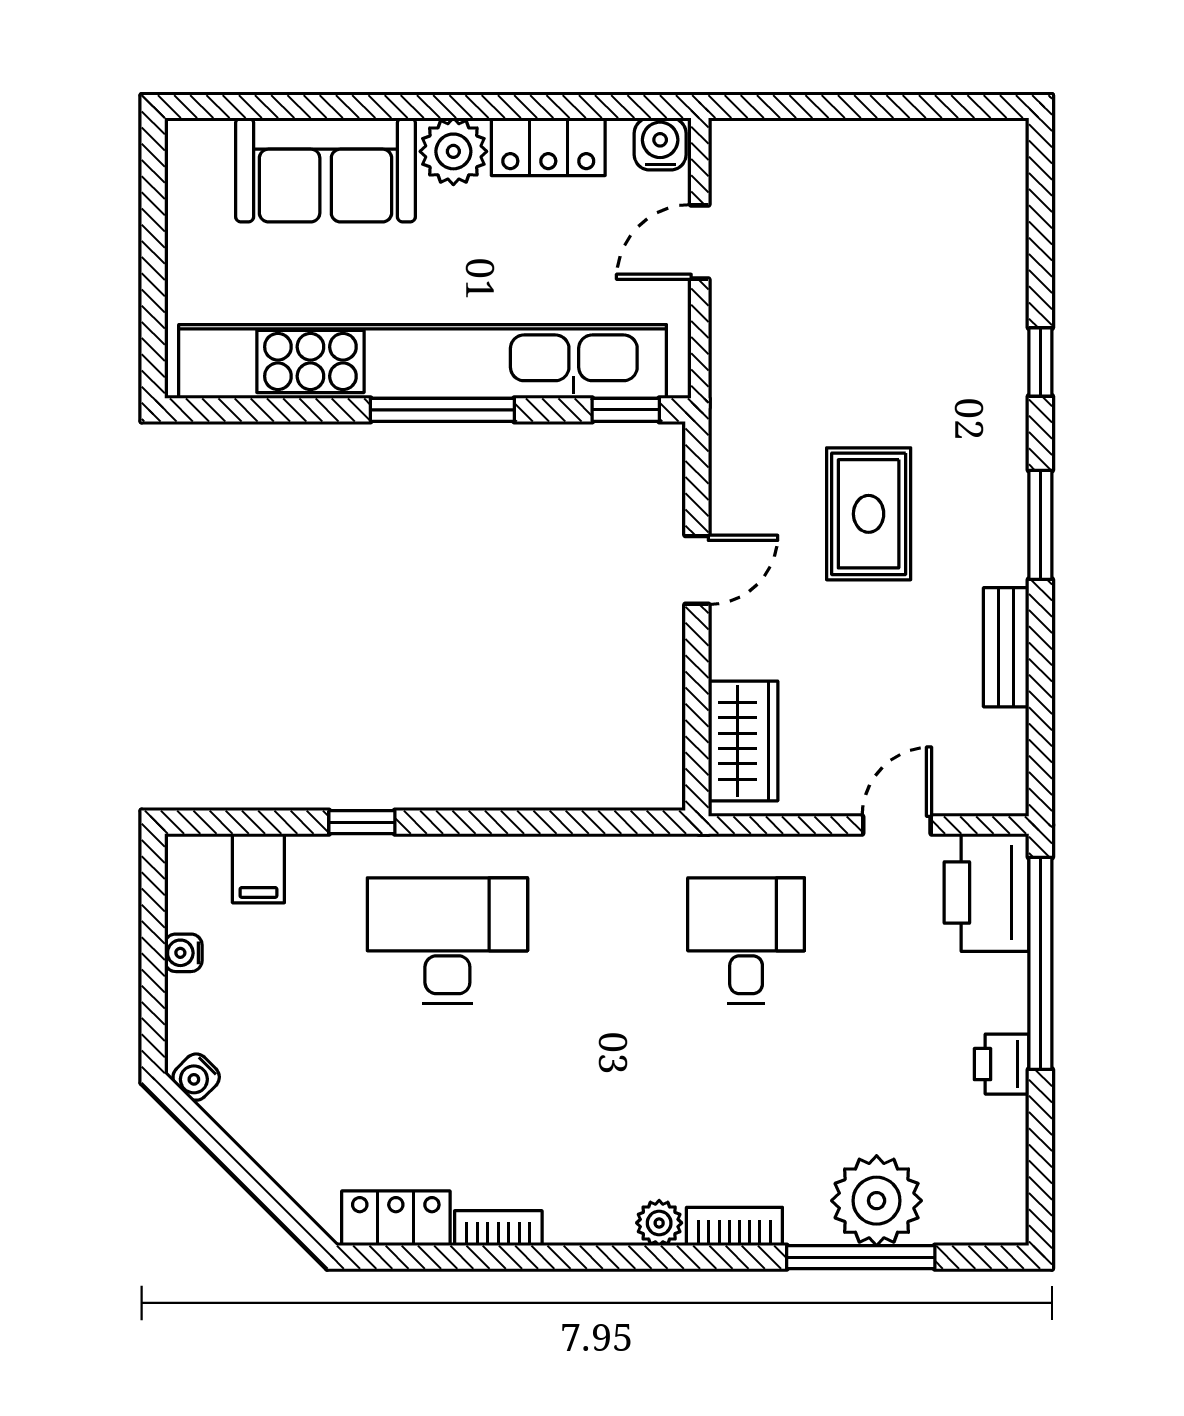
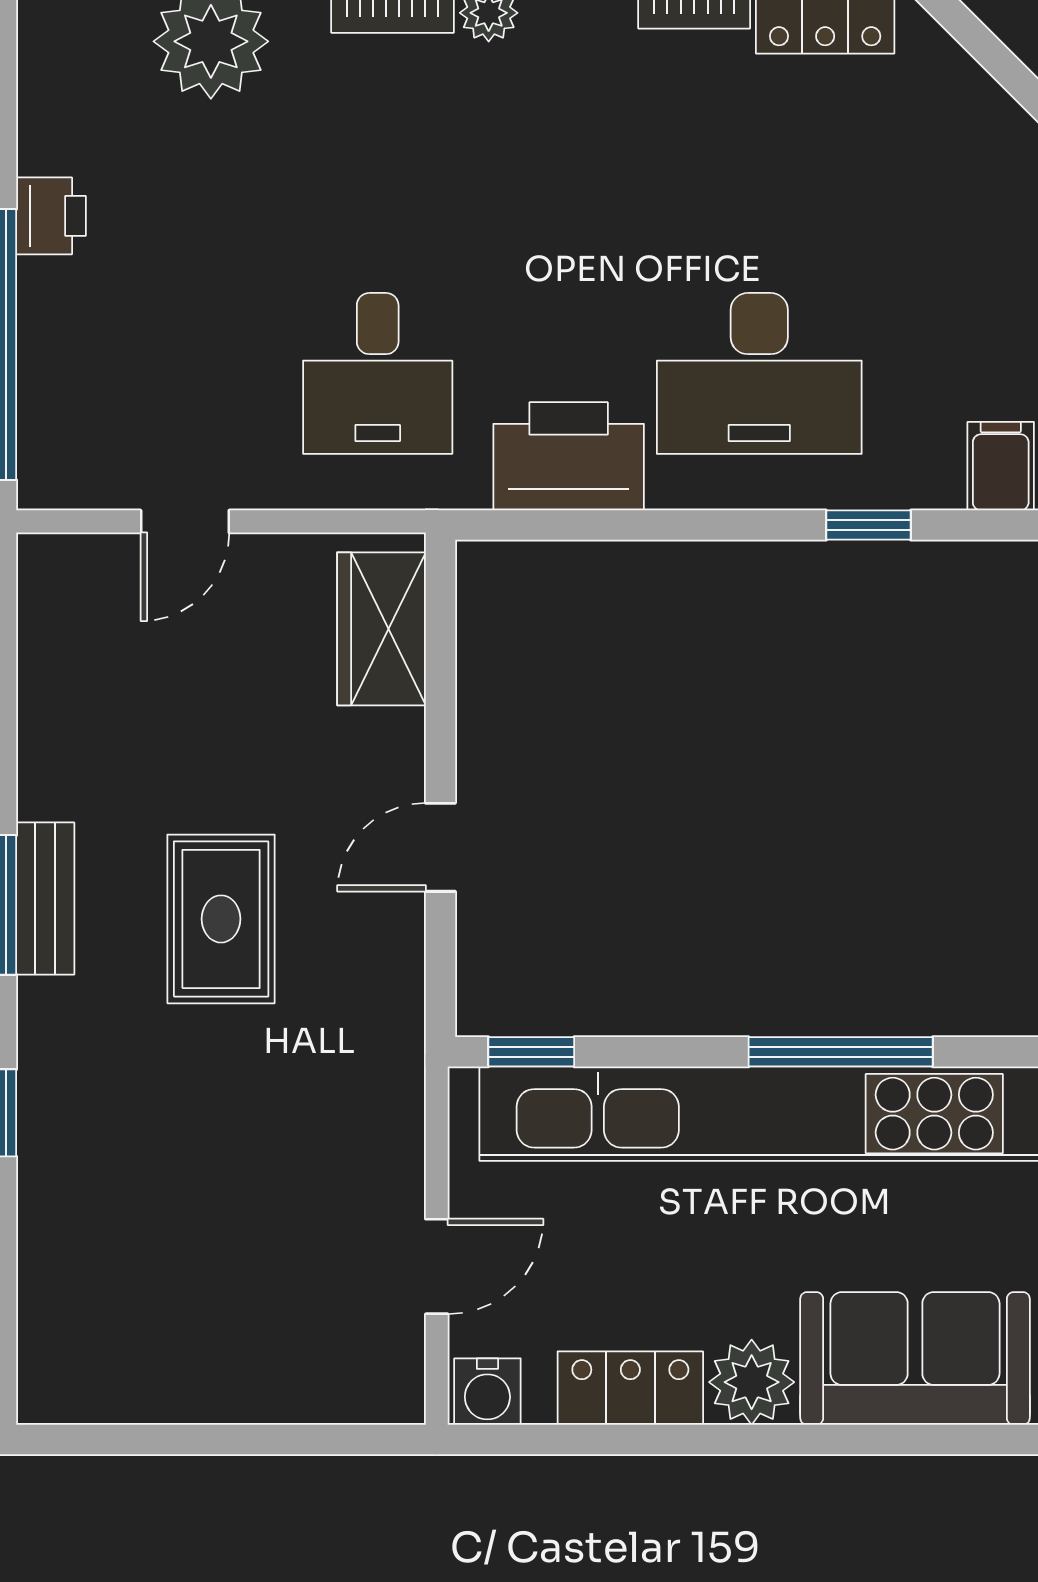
window: (442, 410) -> (841, 1052), moved
bench: (1006, 647) -> (45, 899), moved
printer: (987, 892) -> (569, 456), moved, turned -90

